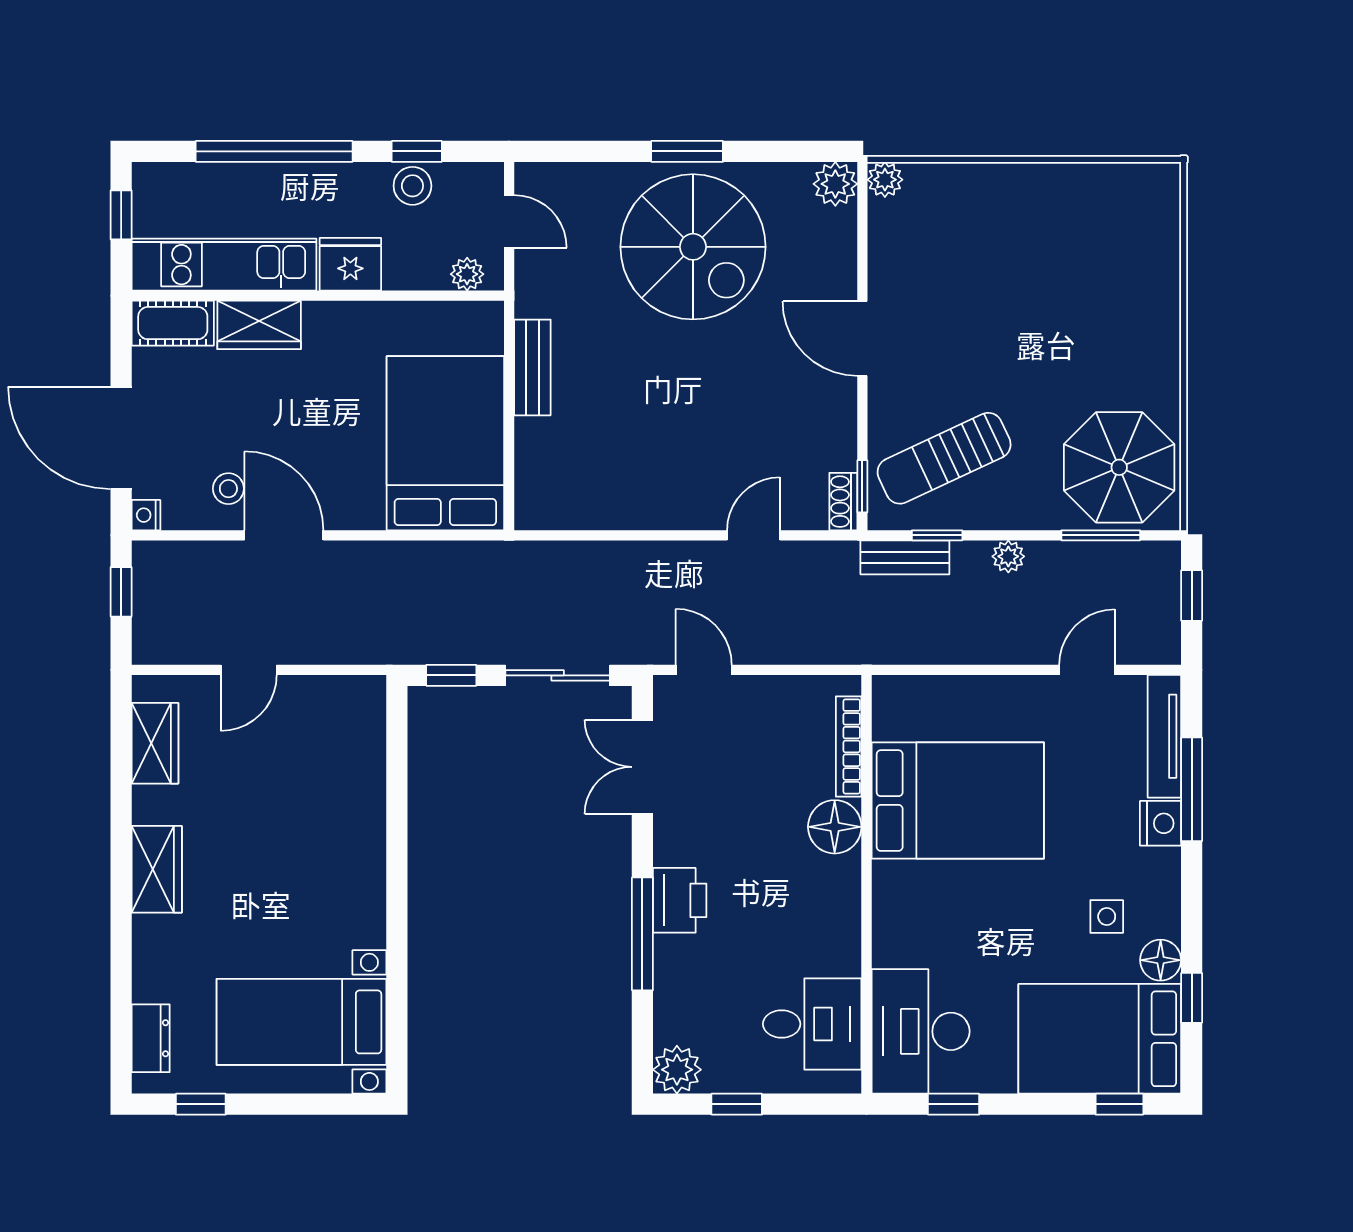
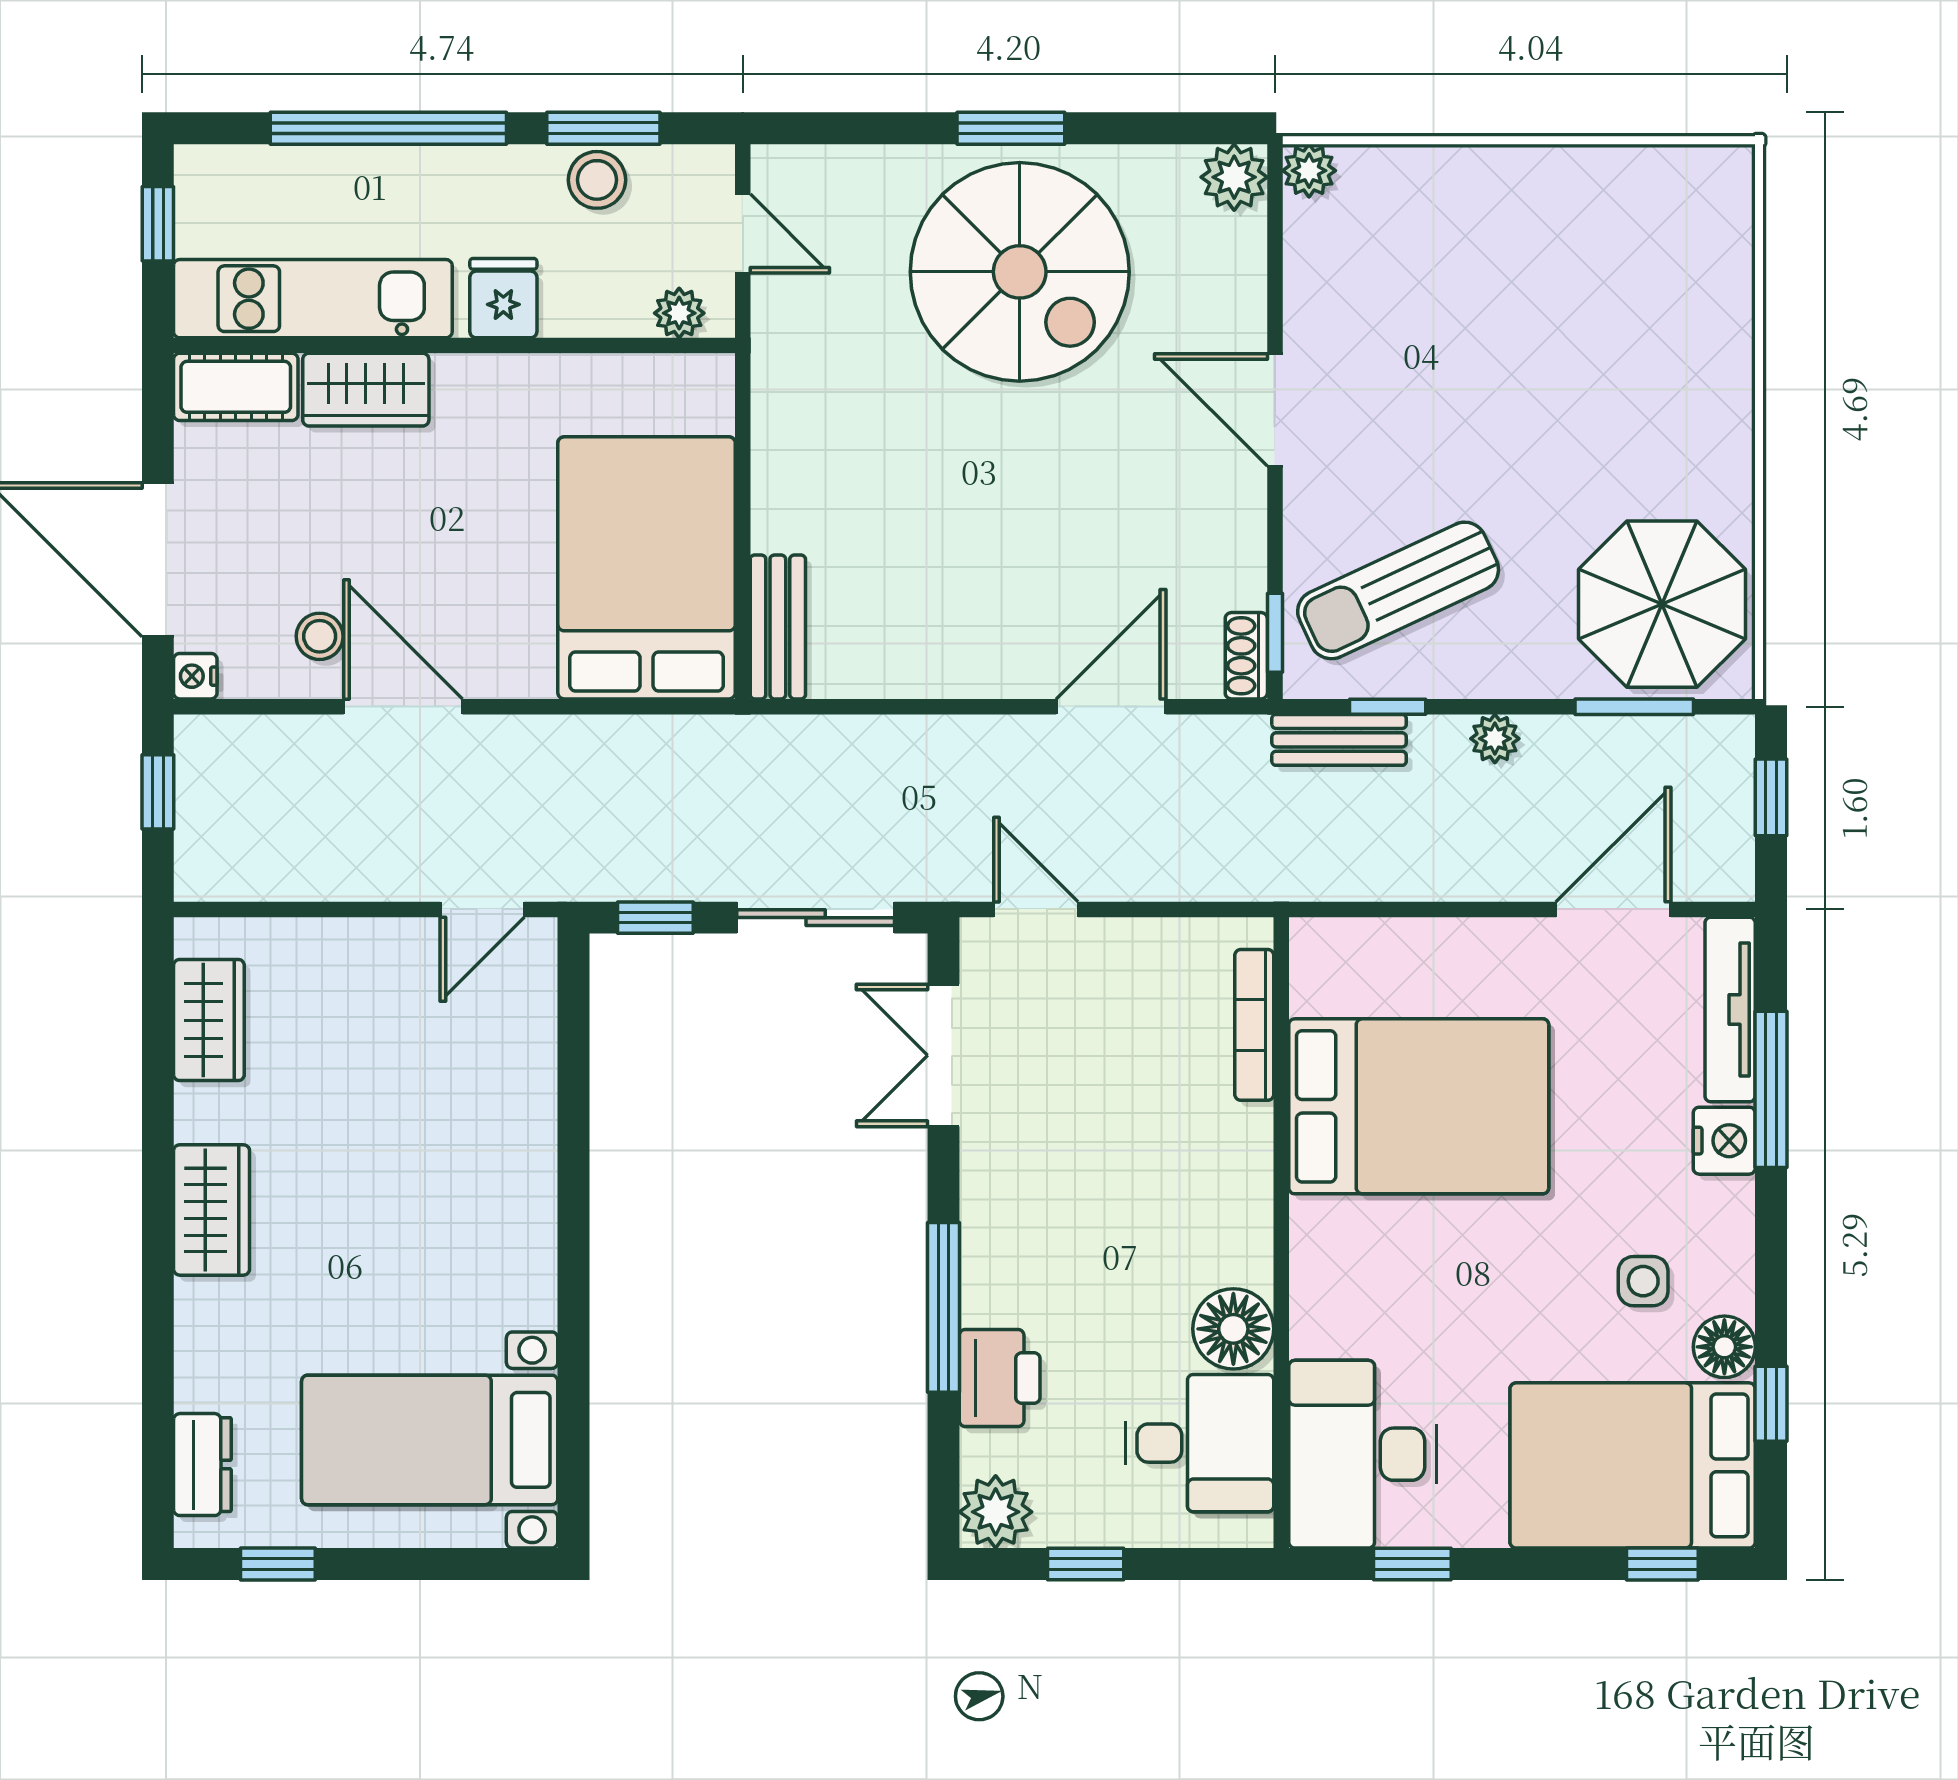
window: (417, 151) -> (603, 128), width x1.50
fridge: (350, 264) -> (503, 298), width x0.72
bench: (532, 367) -> (778, 627), moved
door: (753, 535) -> (1111, 707), width x1.38
door: (249, 670) -> (482, 909), moved
door: (1087, 670) -> (1613, 909), width x1.37
floor lamp: (835, 827) -> (1233, 1329), moved
printer: (680, 900) -> (1000, 1378), moved

